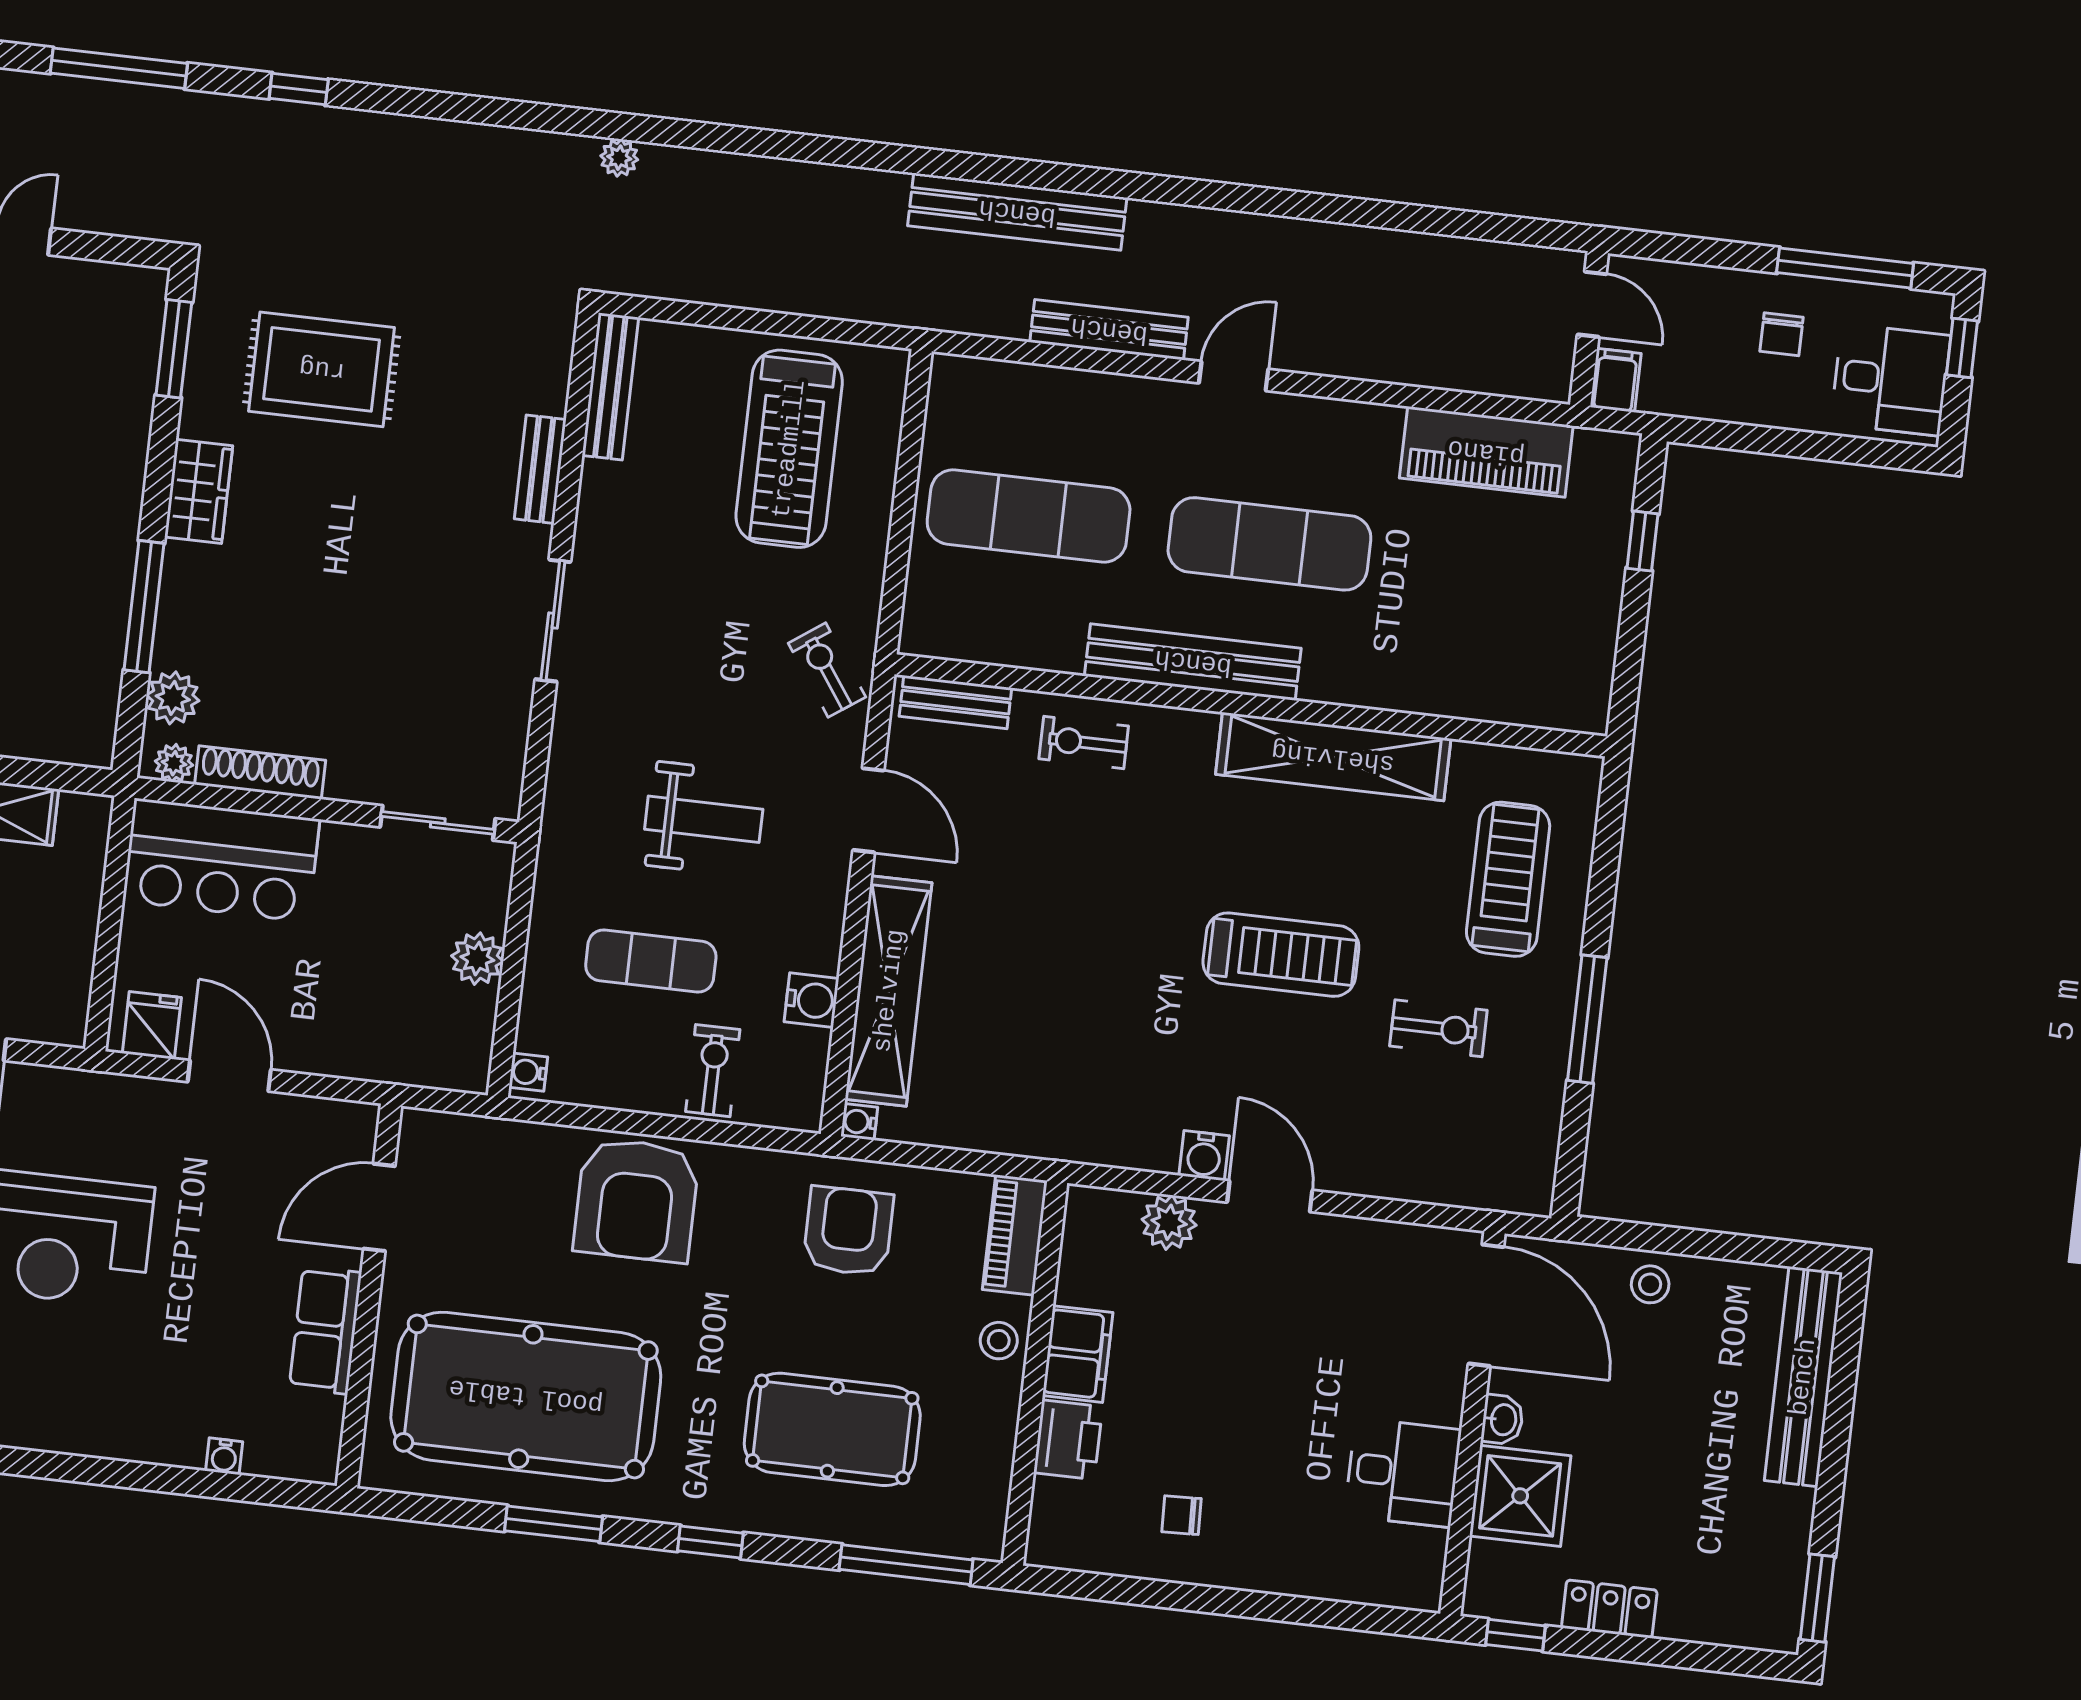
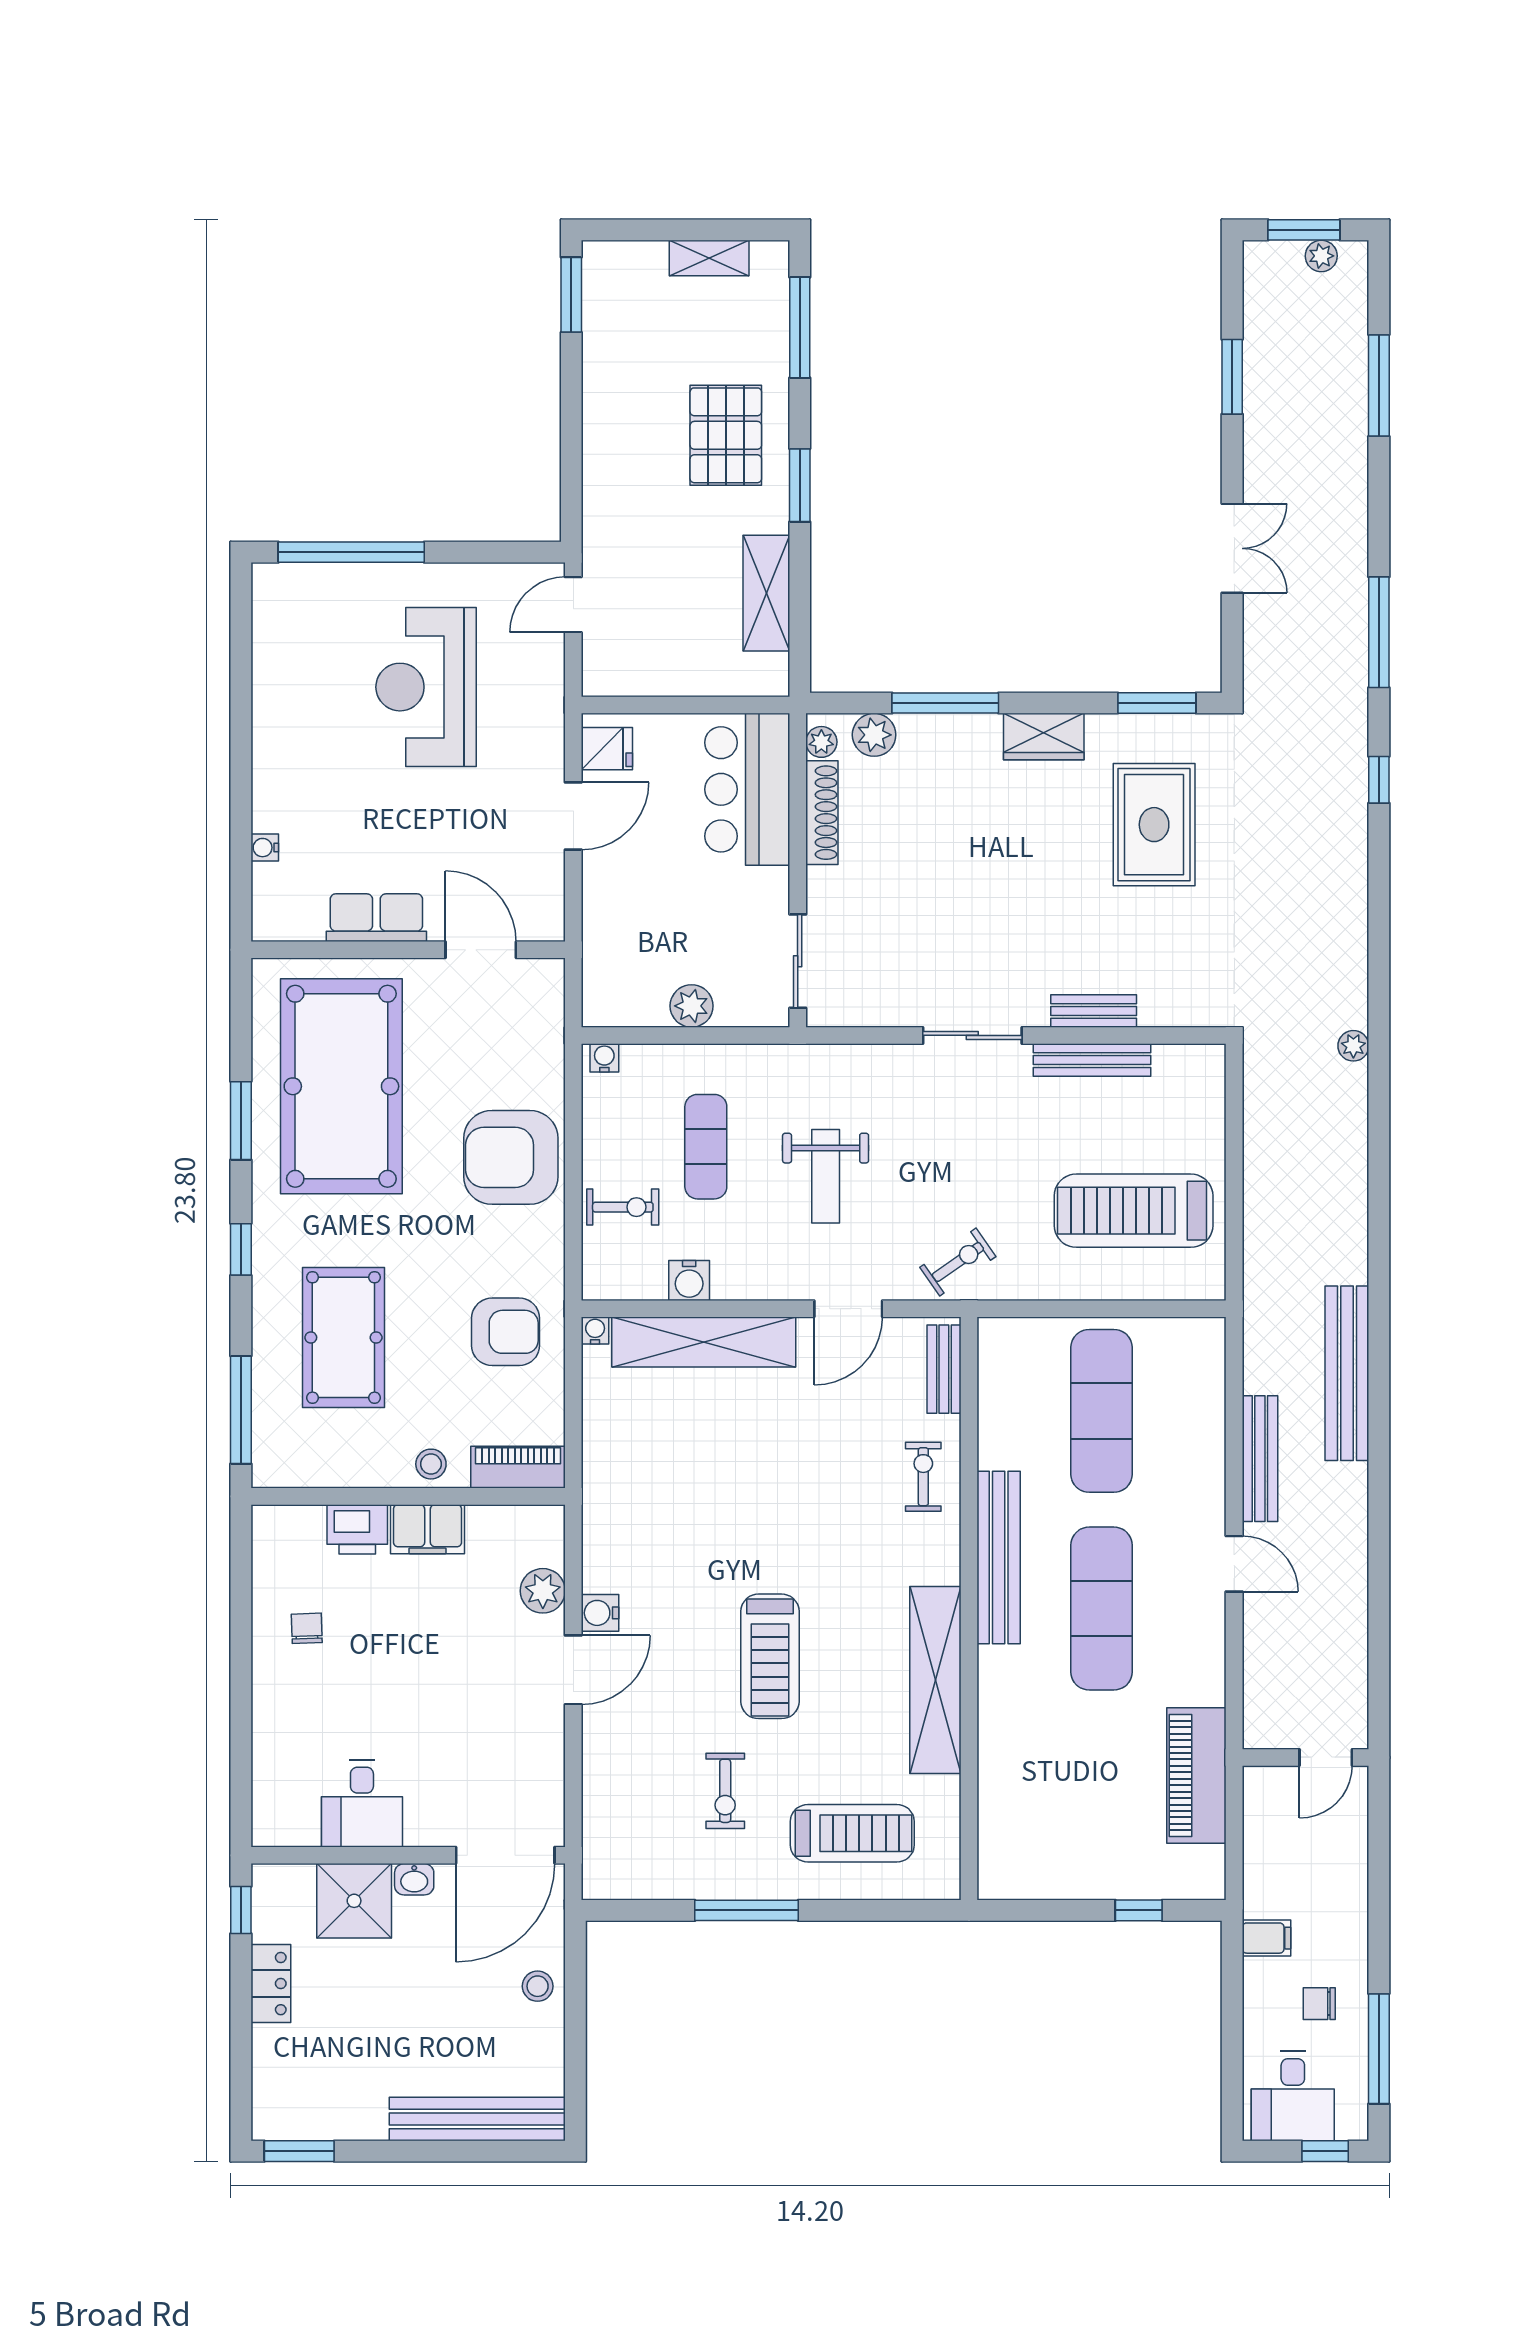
door: (1592, 304) -> (1326, 1757), moved
wall: (1589, 329) -> (1305, 1757), moved
filing cabinet: (1616, 380) -> (1266, 1938), moved
bench: (610, 386) -> (1092, 1060), moved

